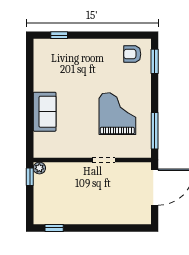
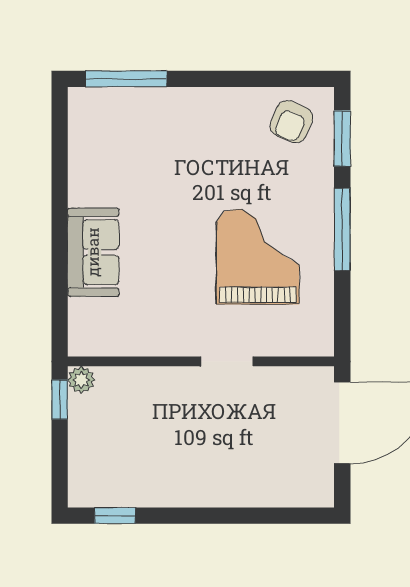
window: (59, 35) -> (126, 79), width x2.17
armchair: (132, 54) -> (291, 122), turned -67
window: (155, 131) -> (342, 229), moved

